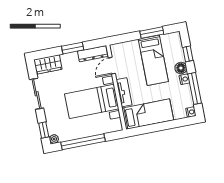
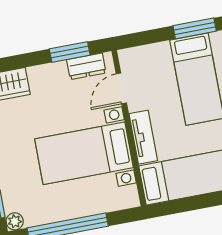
window: (73, 48) -> (70, 52), moved
dresser: (93, 54) -> (86, 66), width x0.70

